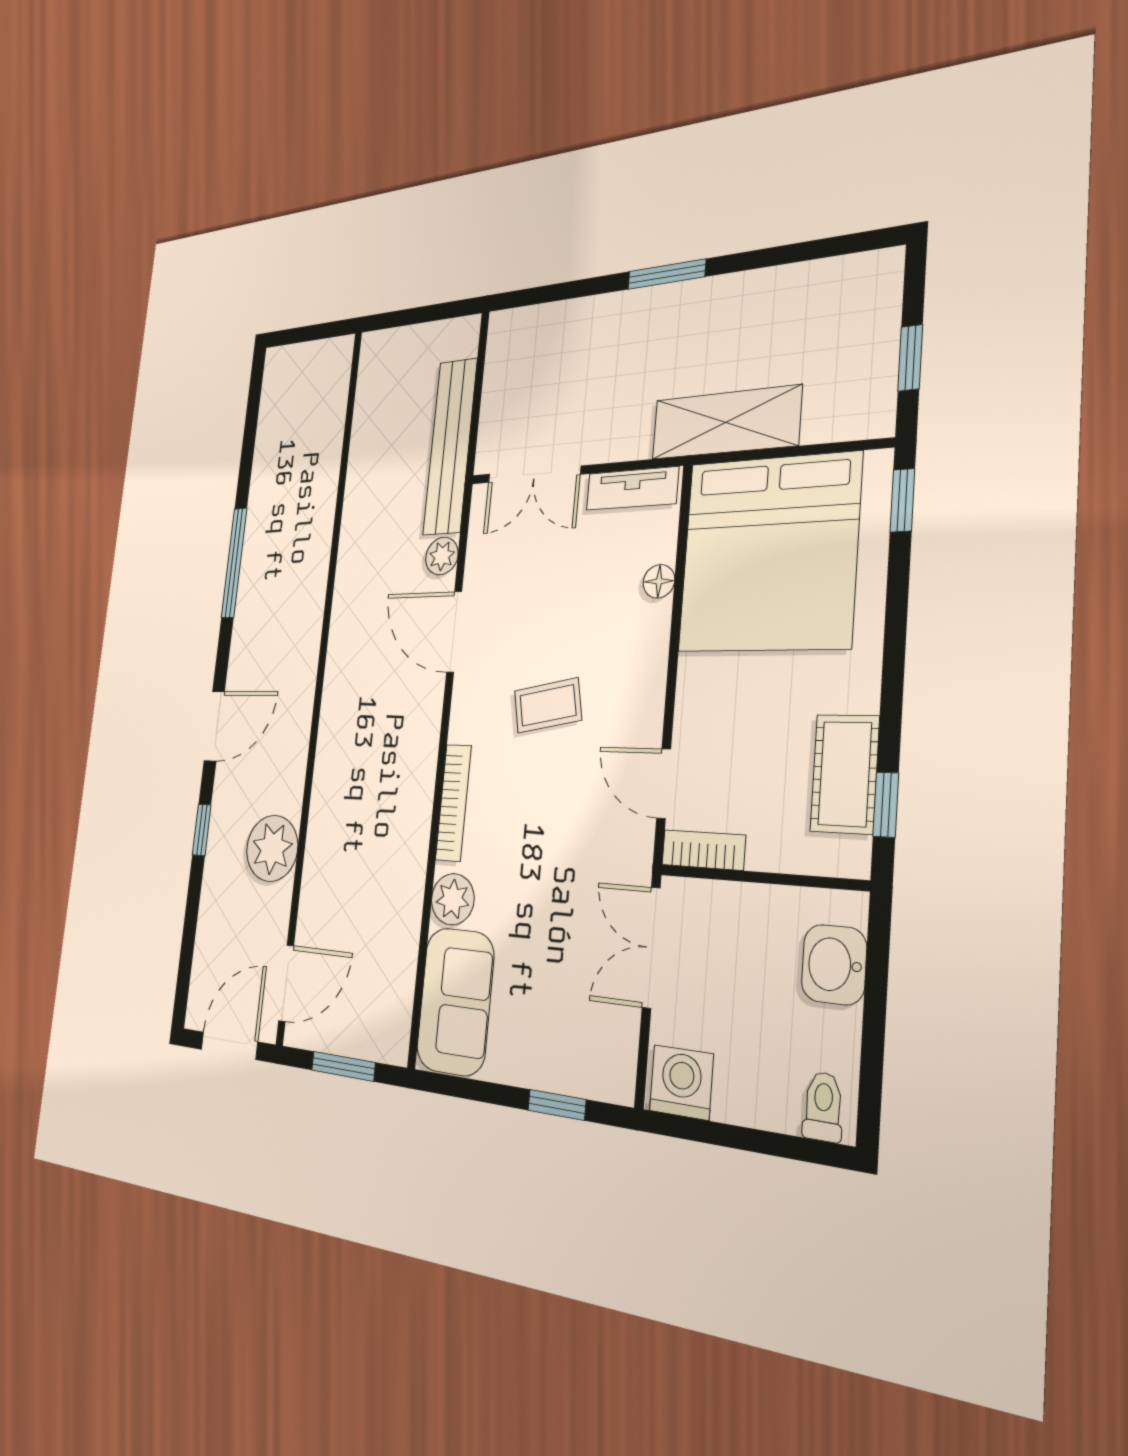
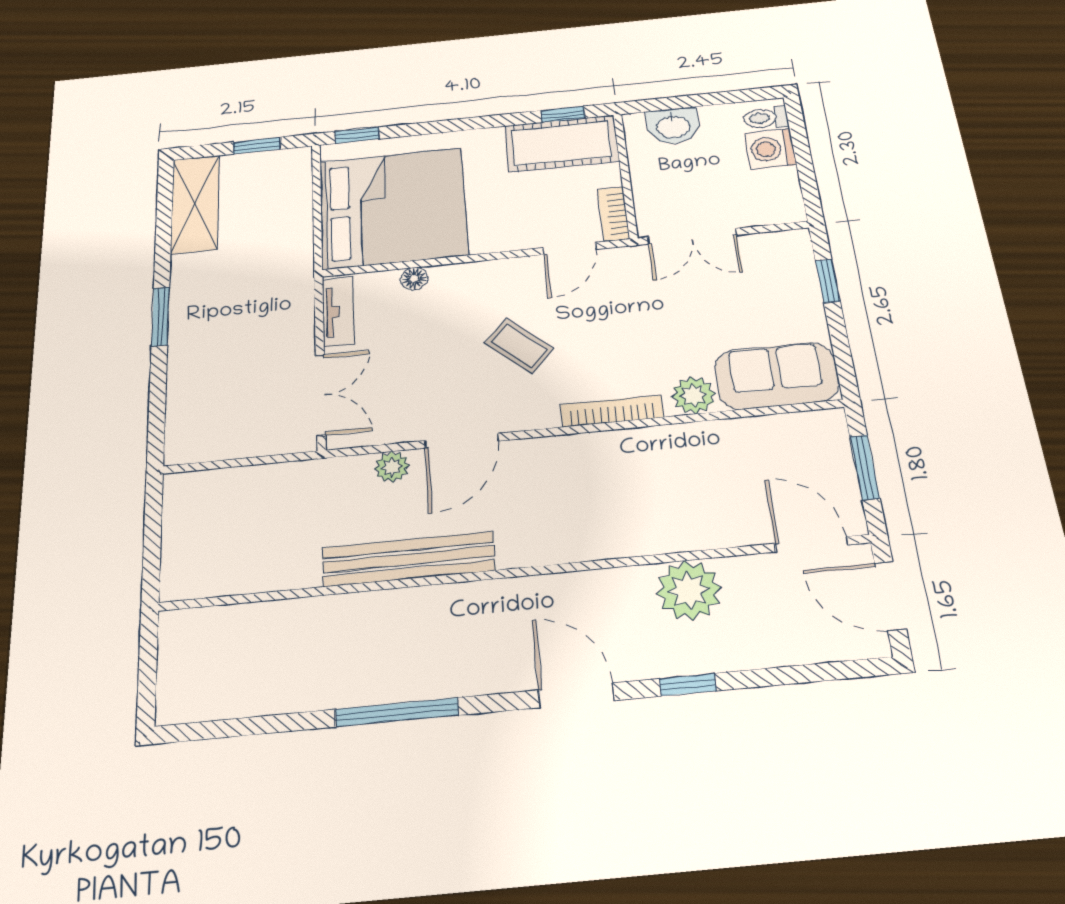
shelving: (726, 422) -> (195, 204), moved
bench: (450, 446) -> (408, 559), moved
coffee table: (548, 705) -> (519, 346), turned -37
cot: (845, 774) -> (561, 143), width x1.37, depth x1.34
washing machine: (681, 1082) -> (770, 149), moved

